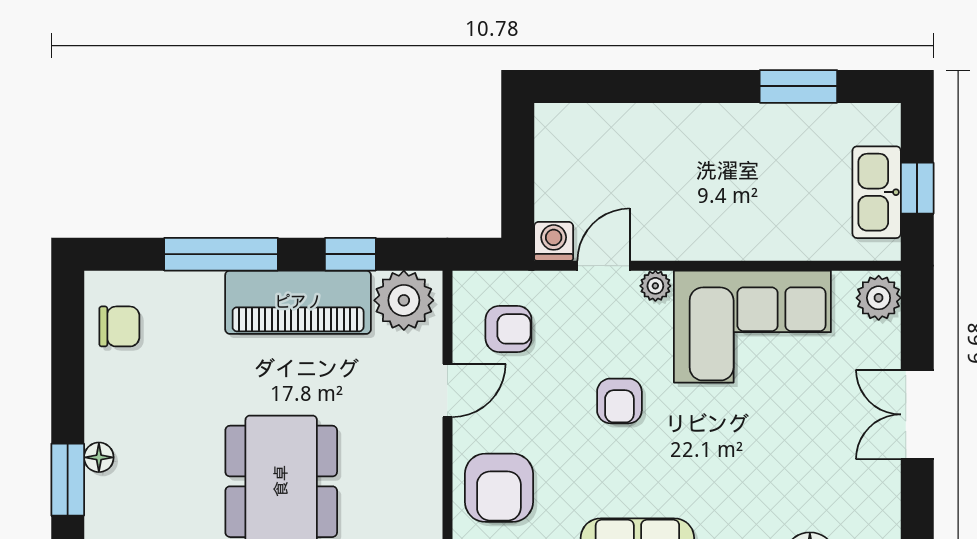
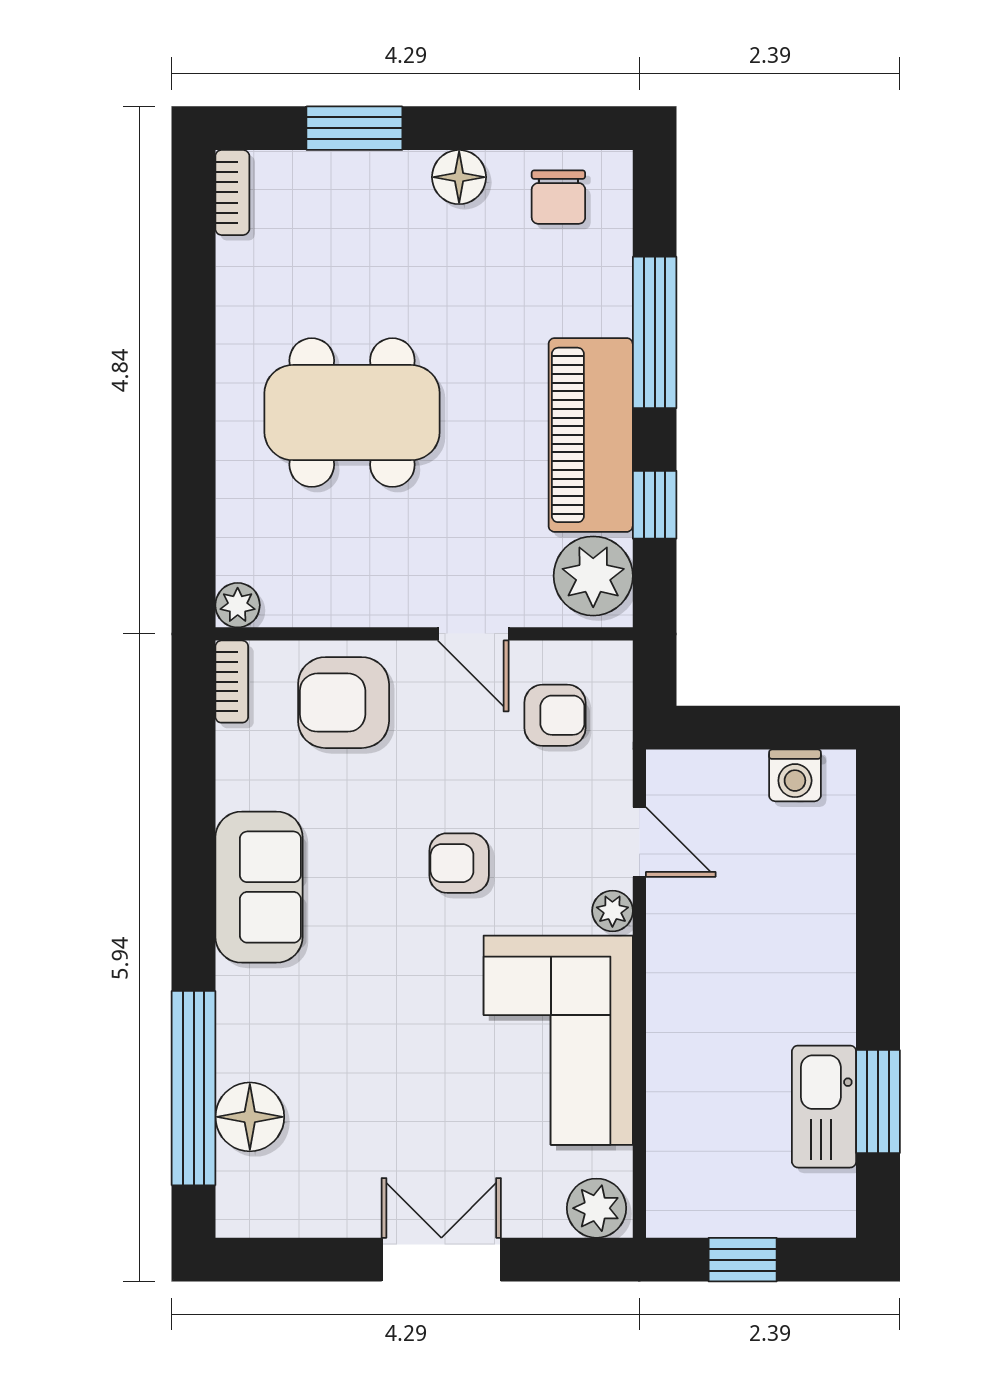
kitchen sink: (877, 192) -> (824, 1107), moved, turned -90
washing machine: (554, 241) -> (795, 775), moved, turned 90
armchair: (508, 329) -> (555, 715), turned -90
floor lamp: (99, 457) -> (459, 177), moved, width x1.37, depth x1.37

